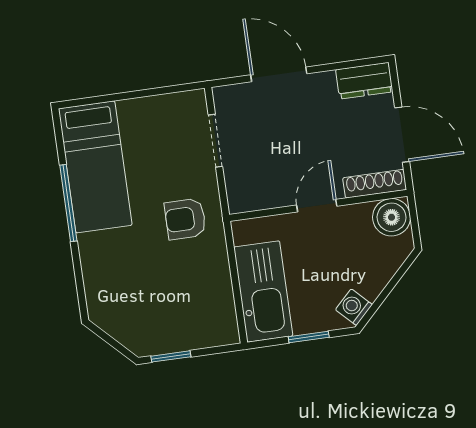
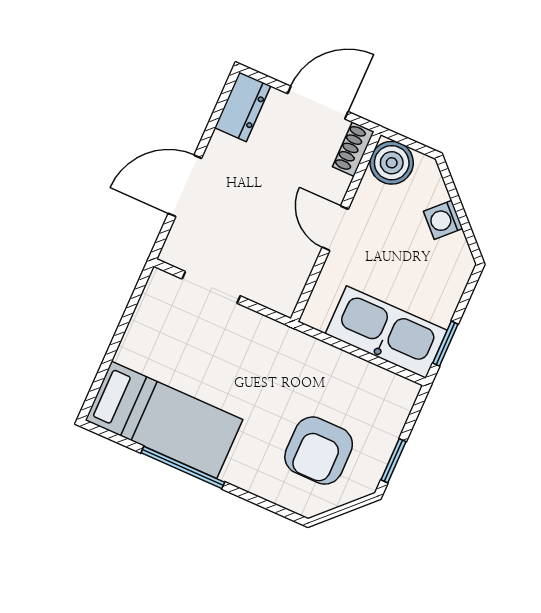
shoe rack: (375, 184) -> (353, 149), width x0.70
armchair: (185, 219) -> (319, 451), moved, width x1.38, depth x1.38
washing machine: (354, 307) -> (443, 220), moved
window: (309, 337) -> (445, 344), moved

